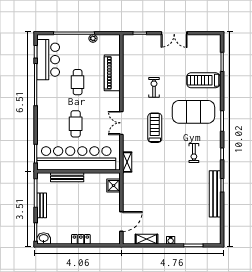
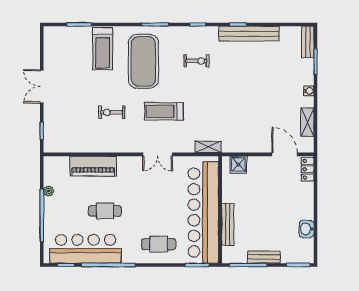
double door: (174, 33) -> (42, 86), swing flipped
bar counter: (48, 60) -> (86, 249), width x1.36
cafe table: (76, 124) -> (159, 244), moved
washbasin: (44, 238) -> (306, 229), moved
locker: (81, 239) -> (308, 169), moved
bench: (209, 239) -> (308, 42), added

